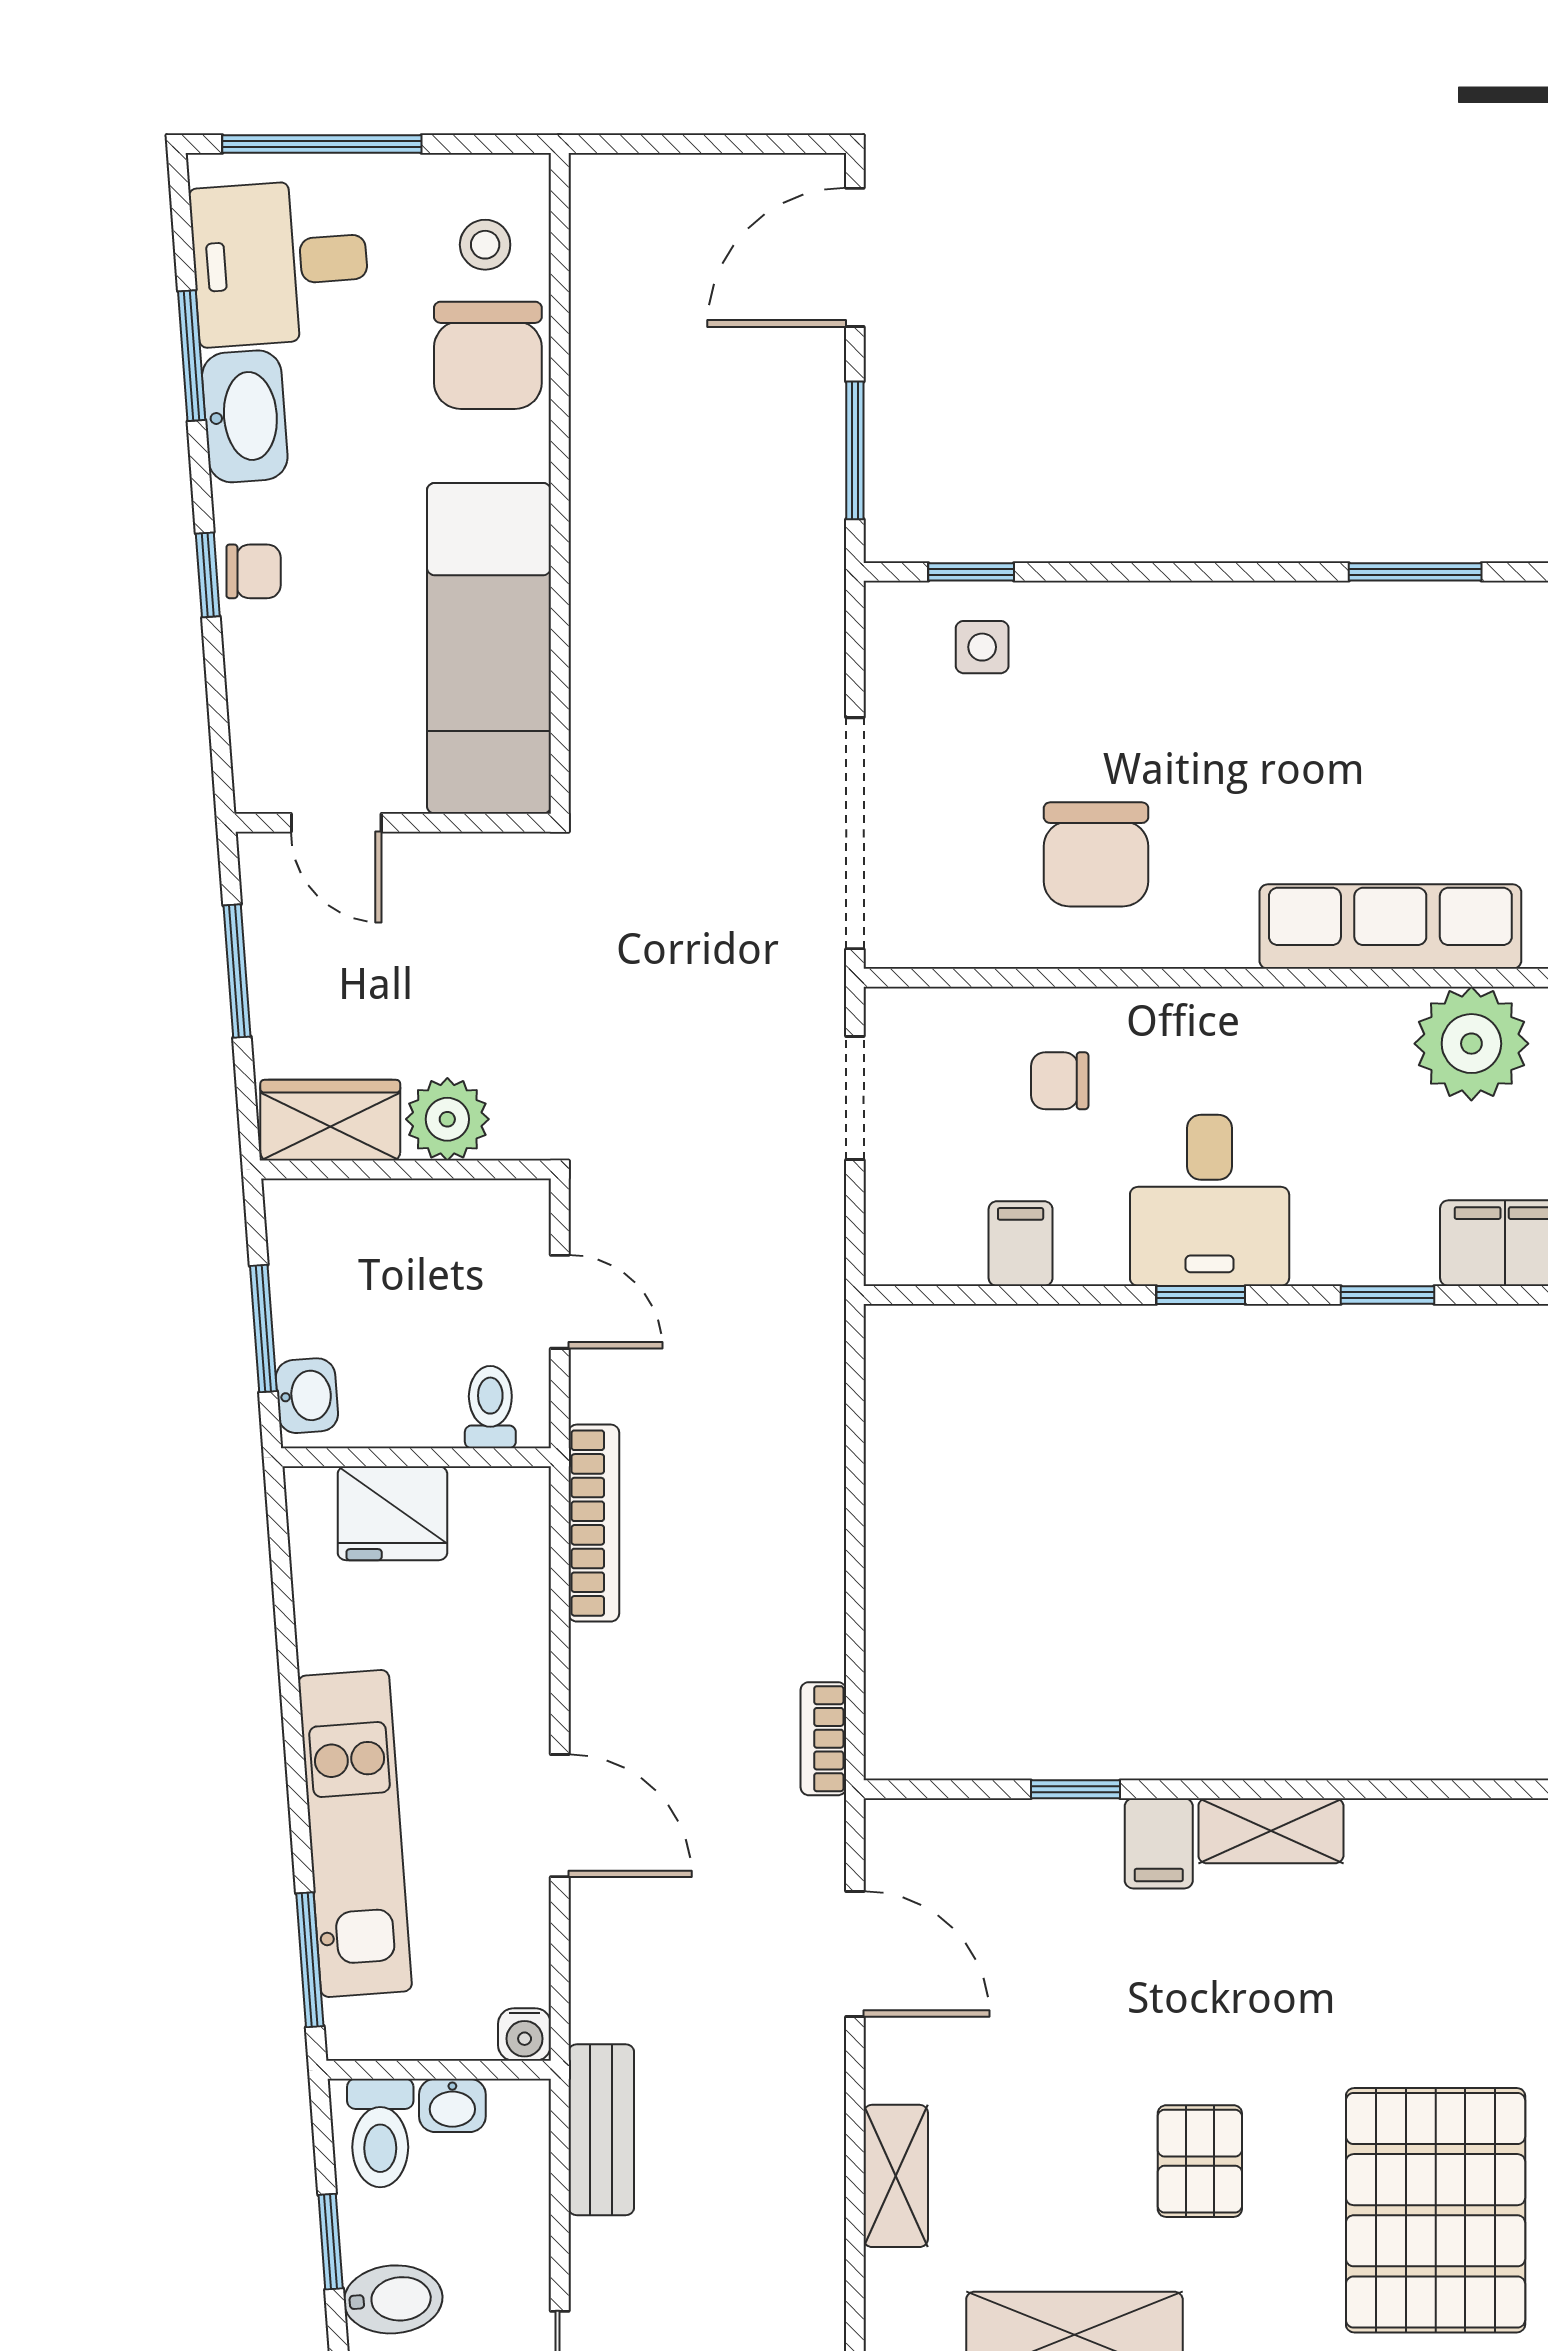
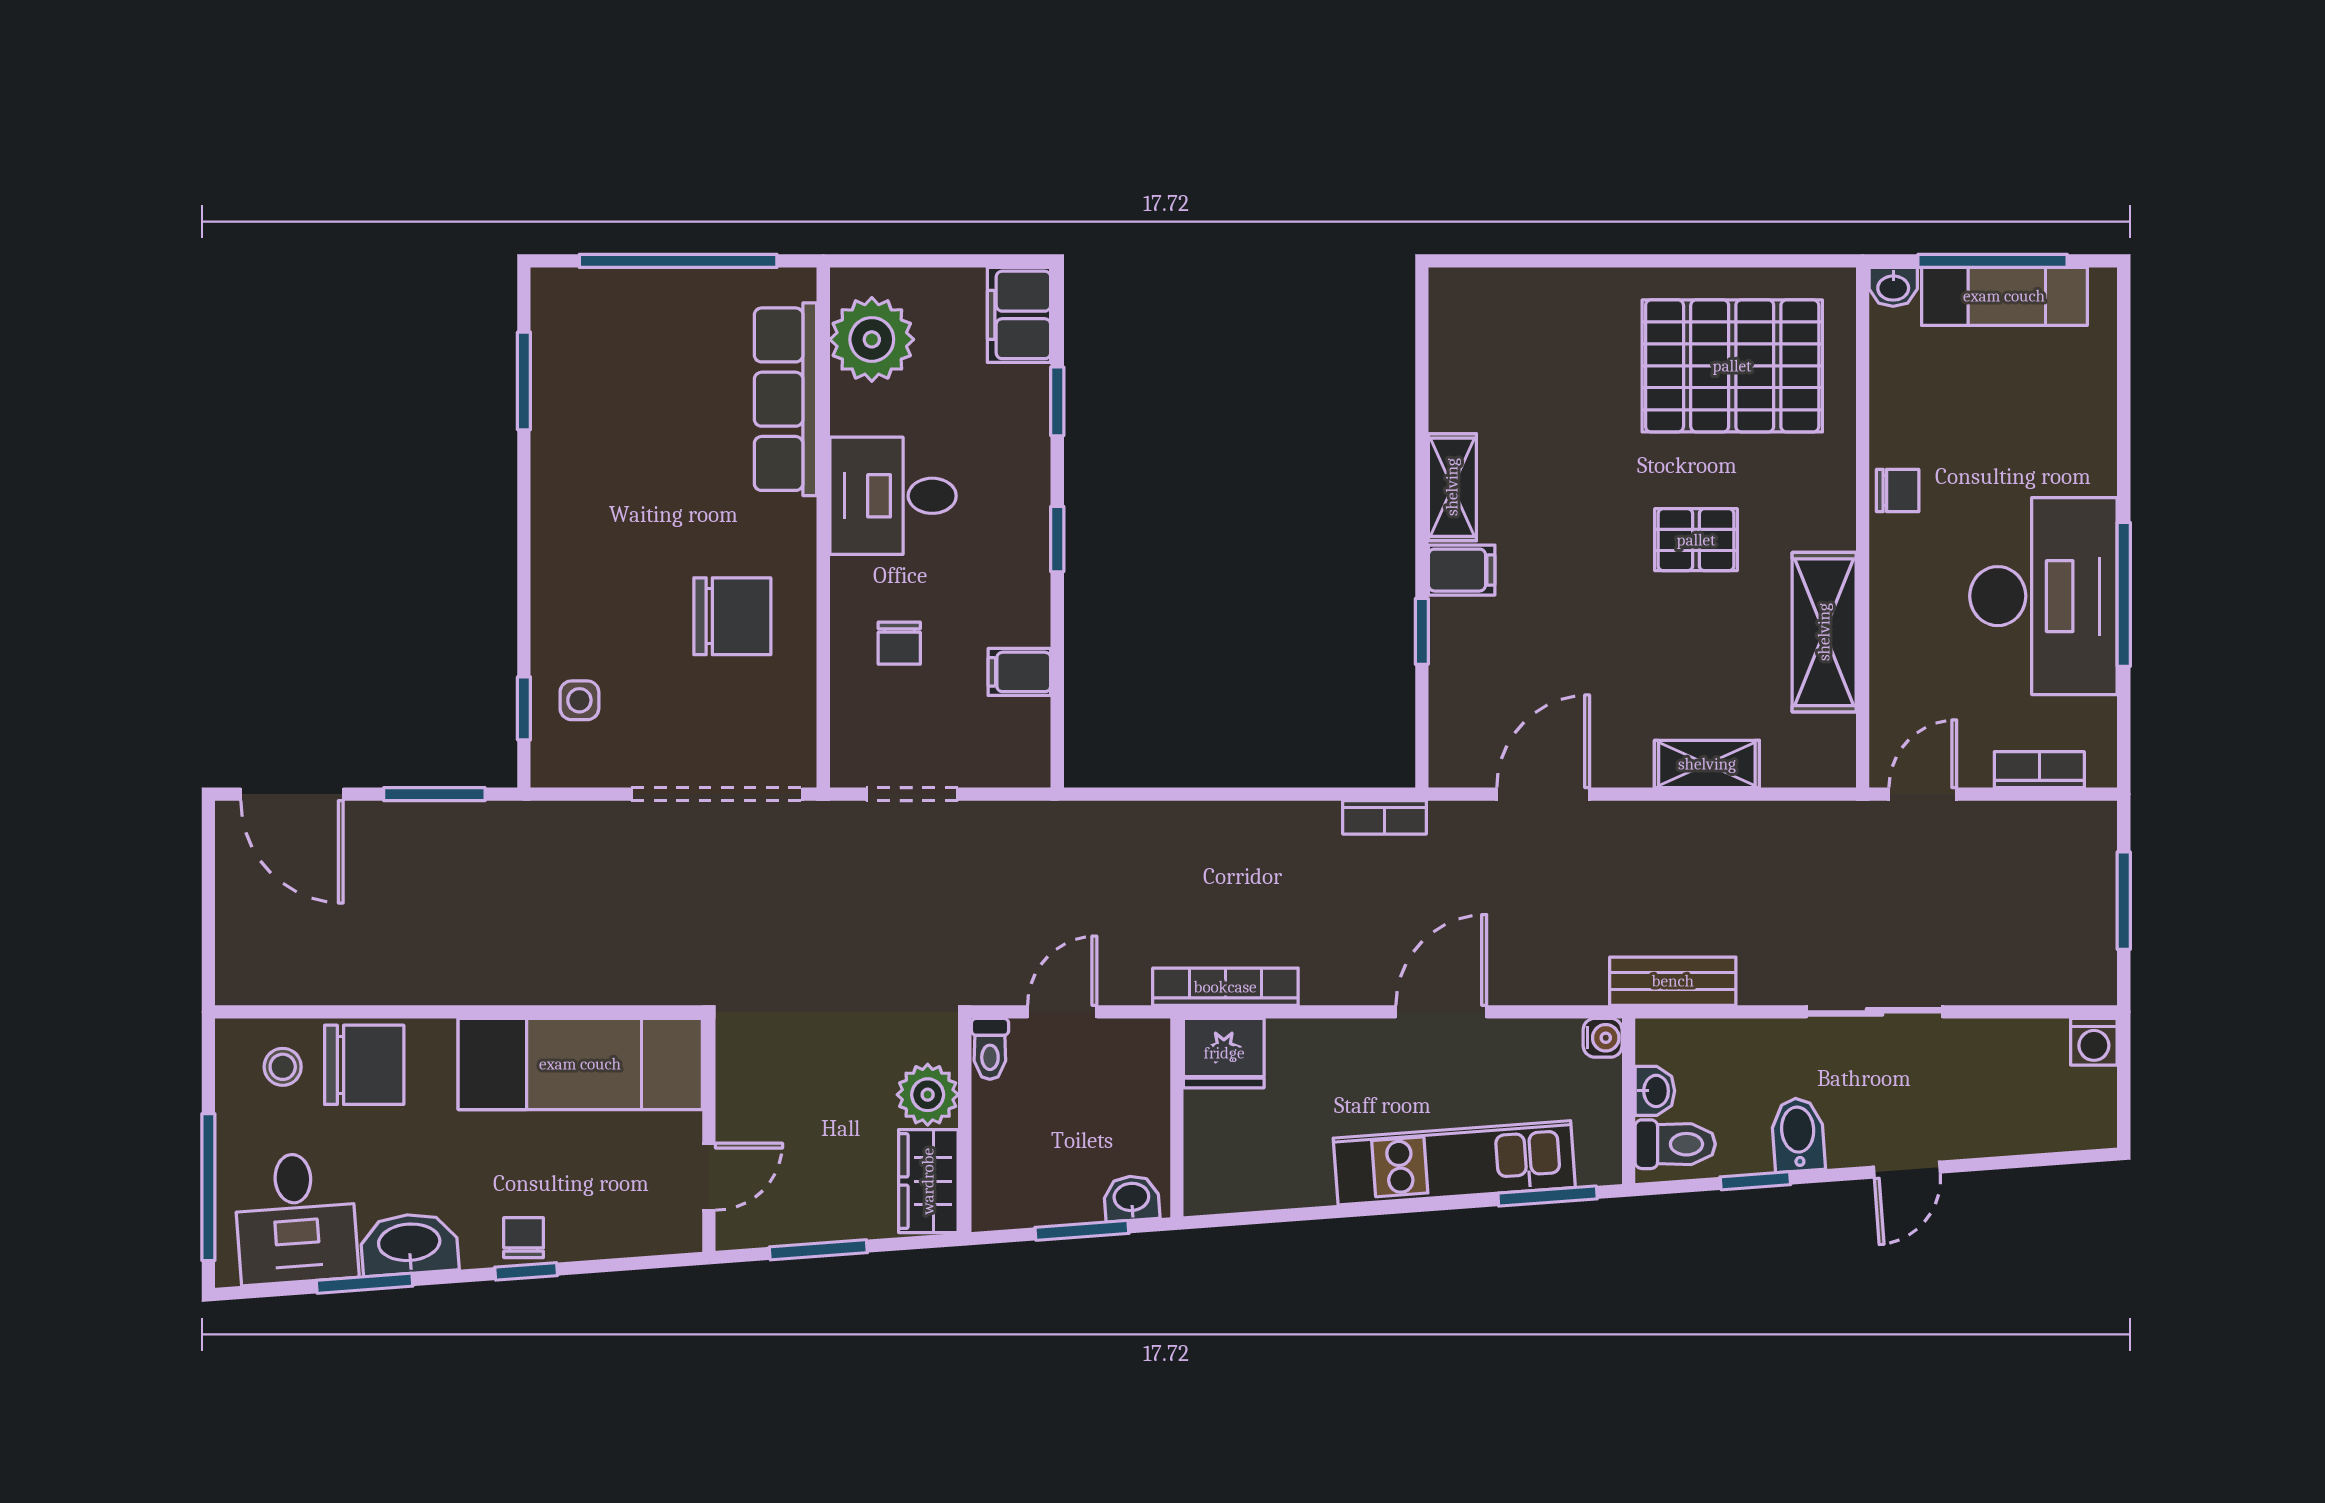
desk: (1210, 1200) -> (893, 496), moved, turned 180
toilet: (490, 1407) -> (990, 1049), moved, turned -90
fridge: (392, 1513) -> (1224, 1053), moved, turned 90

